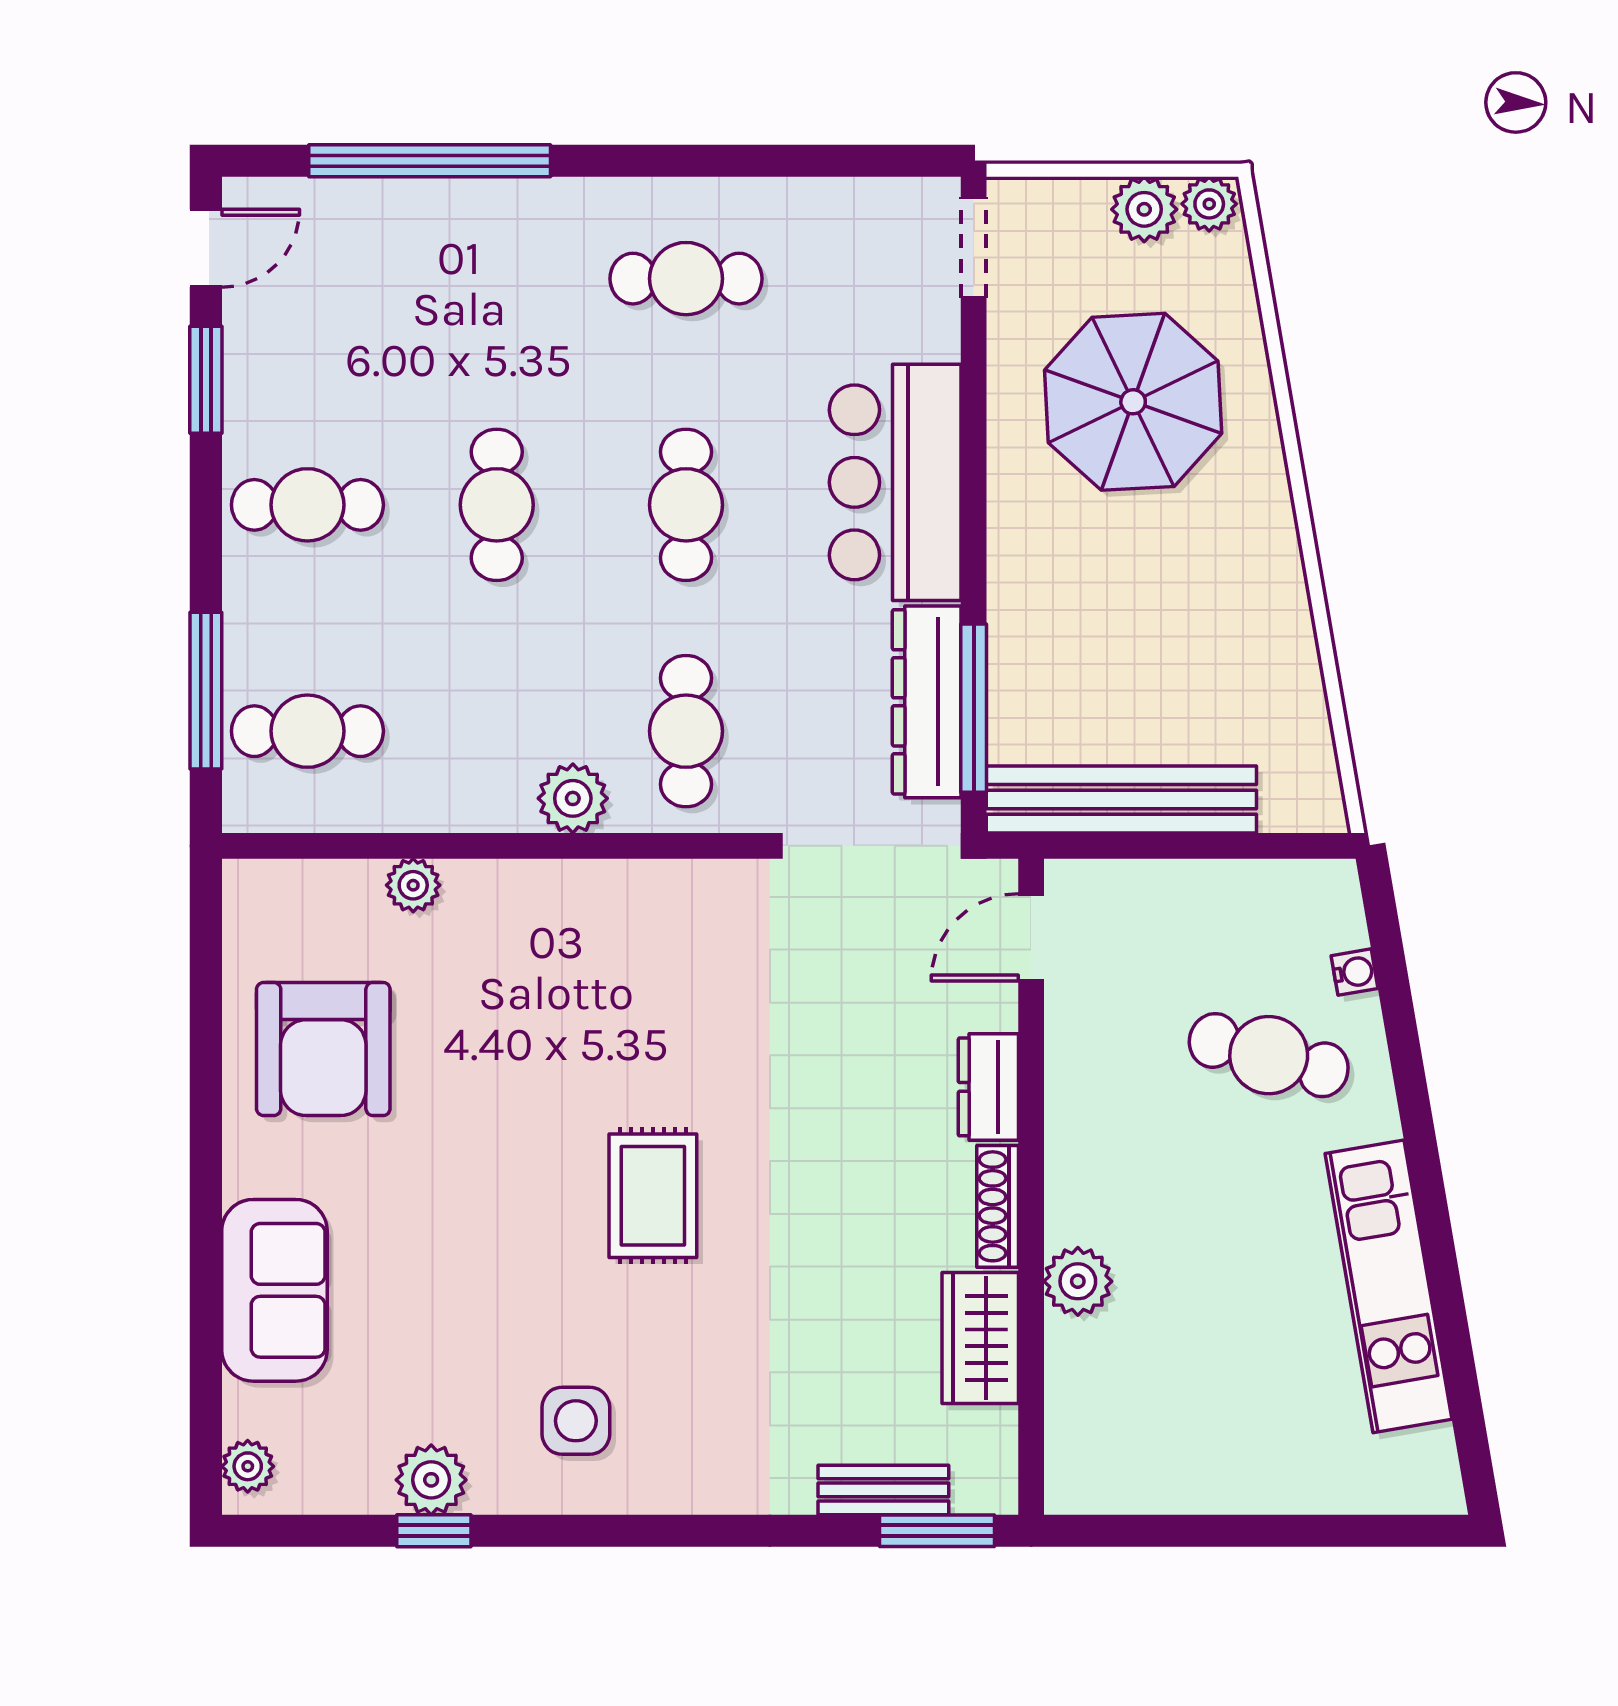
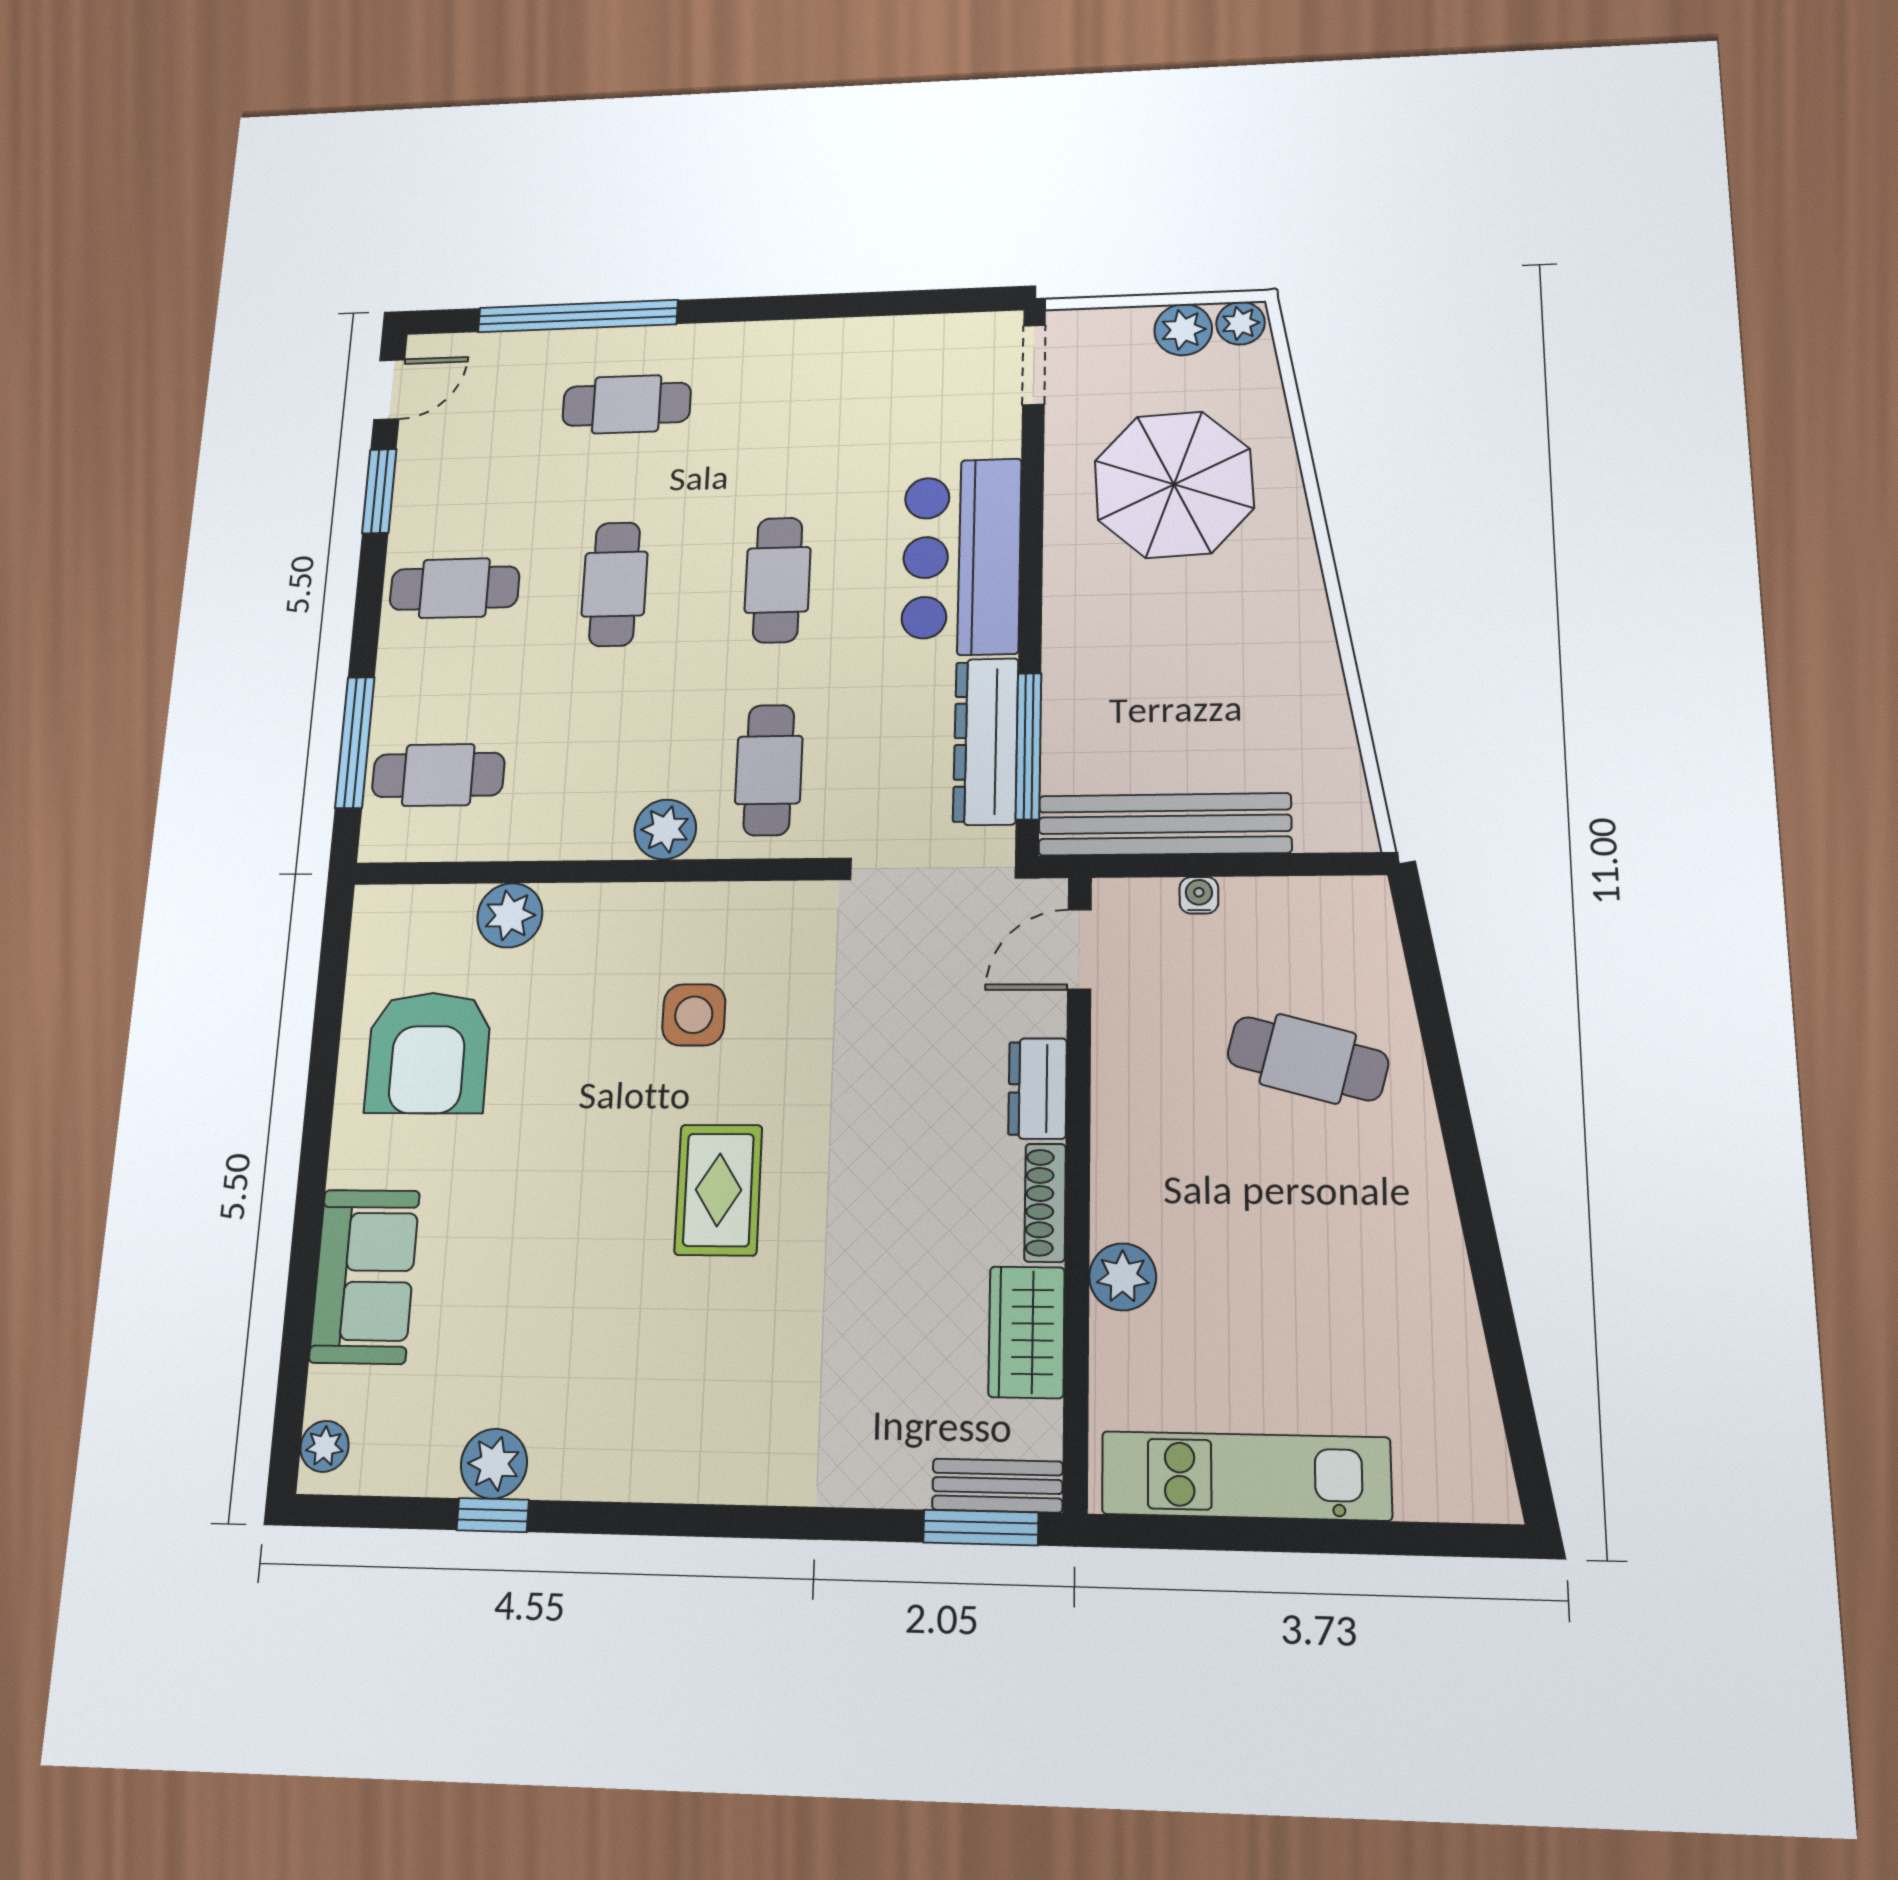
cafe table: (686, 279) -> (627, 404), moved
plant: (413, 885) -> (510, 915), width x1.38, depth x1.38
water cooler: (1355, 972) -> (1199, 895), moved, turned -80
kitchen unit: (1389, 1286) -> (1246, 1476), moved, turned 100
side table: (576, 1421) -> (694, 1015), moved
bench: (883, 1490) -> (997, 1486), moved

